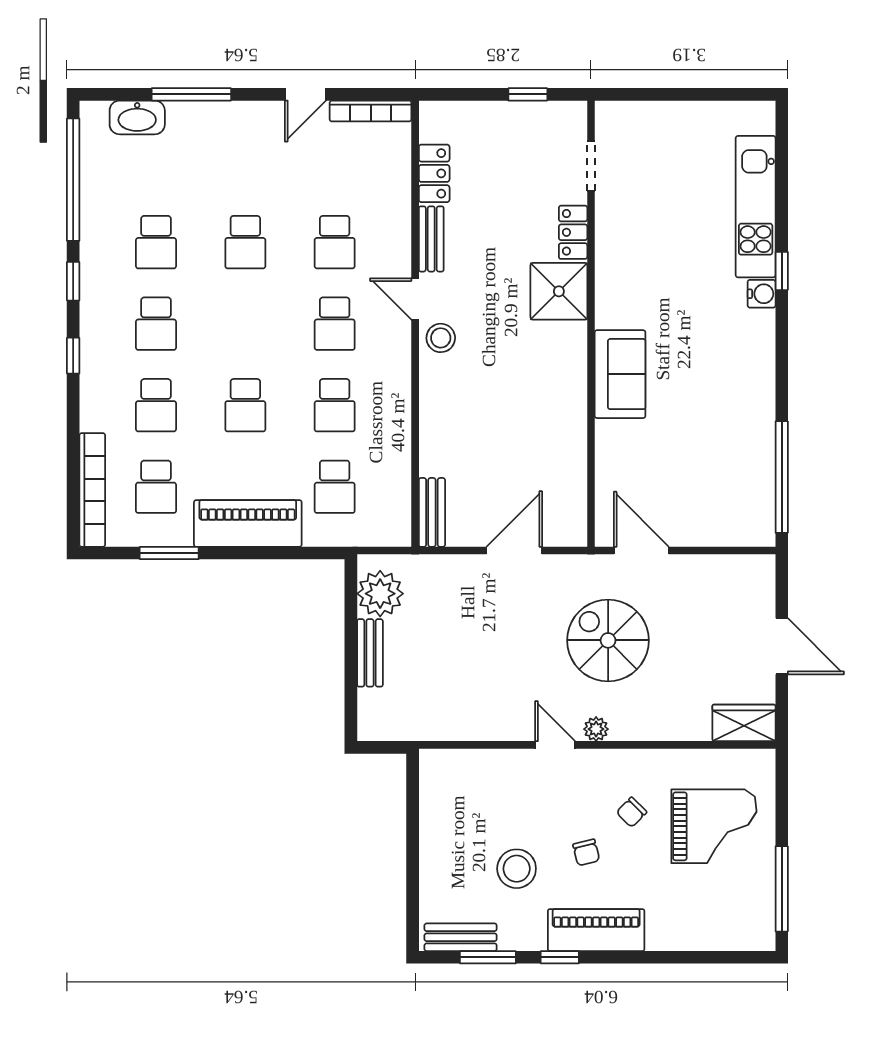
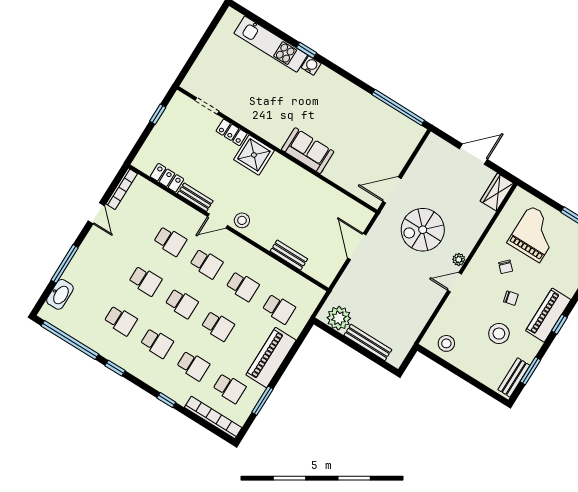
school desk: (245, 324) -> (182, 303), added
window: (73, 356) -> (166, 400), moved
bench: (432, 512) -> (289, 255), moved
bench: (370, 653) -> (368, 342), width x1.36
stool: (448, 793) -> (446, 343), added
window: (560, 957) -> (559, 324), moved

